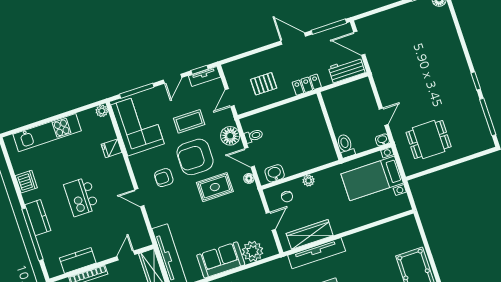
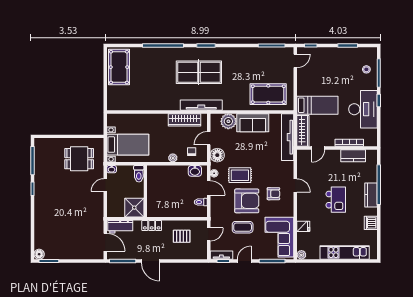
shower: (337, 100) -> (134, 208), added
floor lamp: (230, 136) -> (217, 155), moved
tv unit: (317, 253) -> (201, 105), moved

